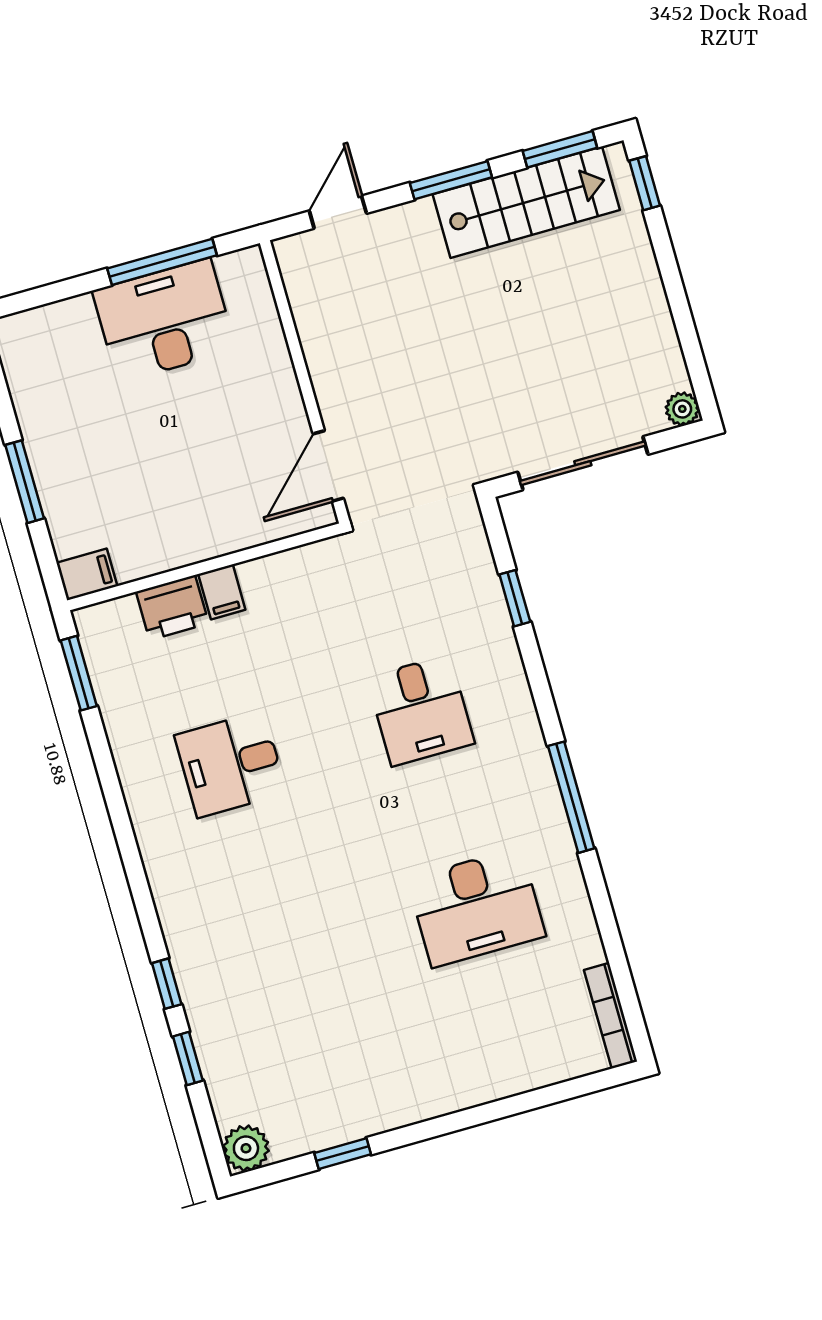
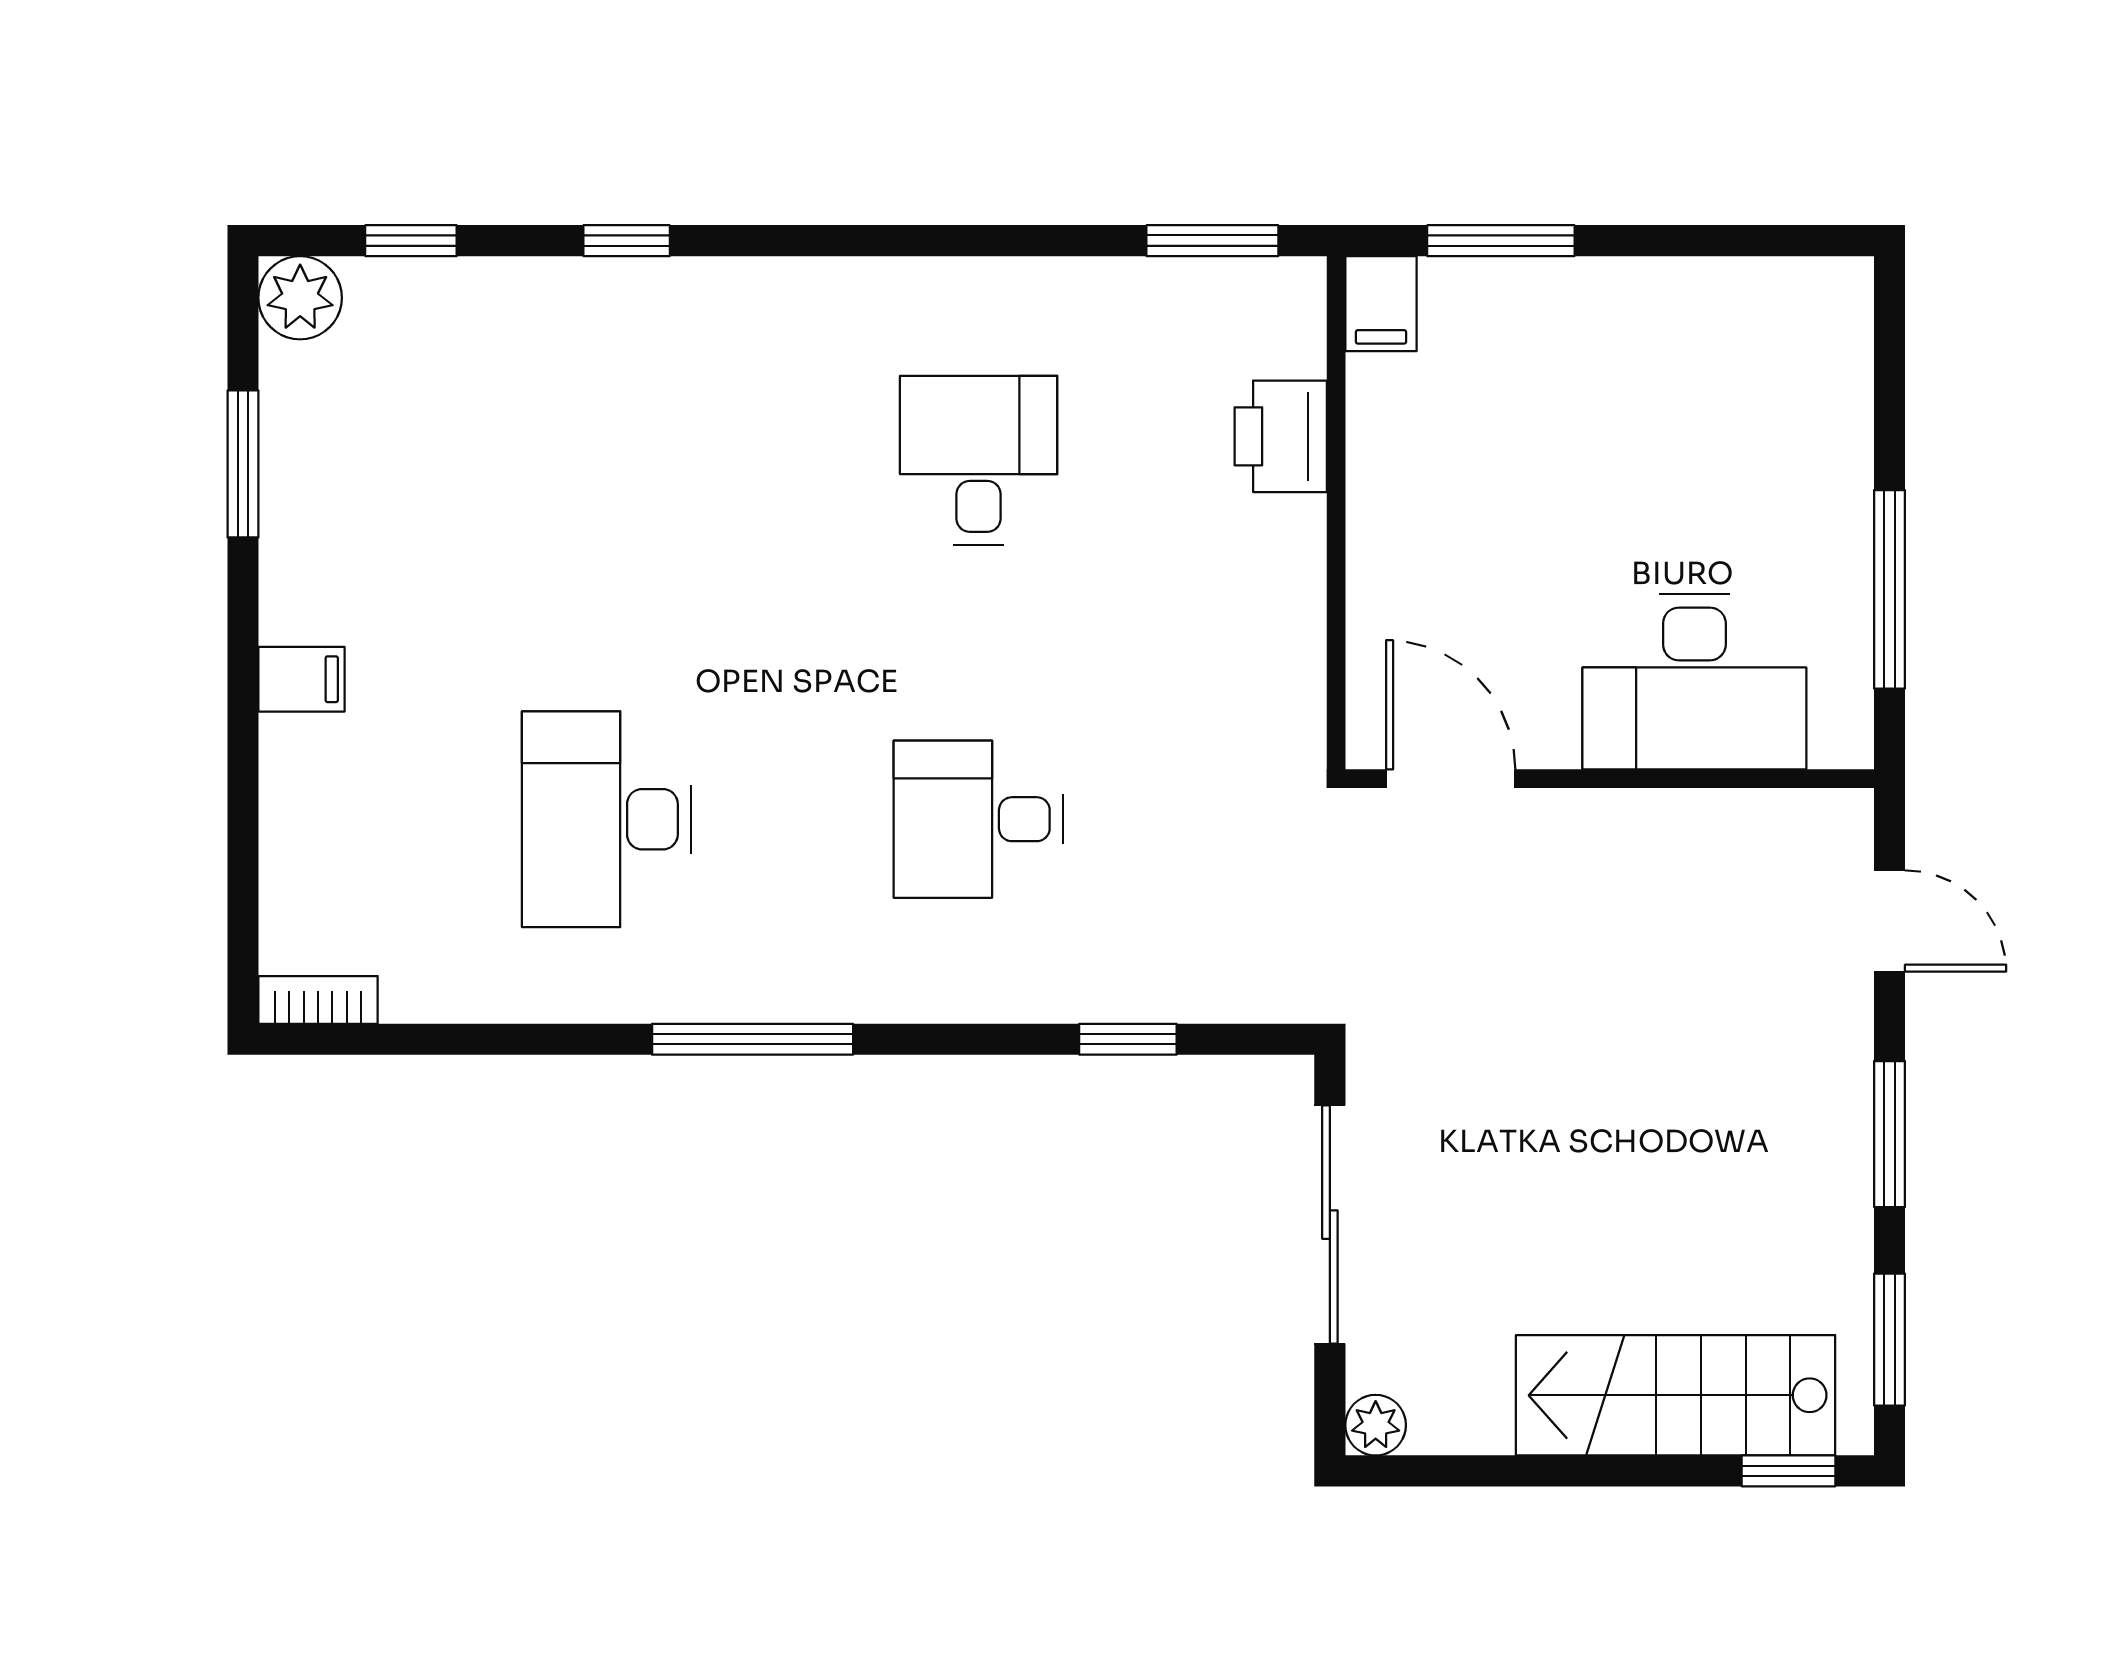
stairs: (526, 202) -> (1676, 1395), moved, turned 90
desk: (164, 320) -> (1694, 681), moved, turned 90
window: (25, 482) -> (1501, 241), moved
filing cabinet: (222, 592) -> (302, 679), moved, turned 180
bookcase: (610, 1016) -> (318, 1000), width x0.64
window: (188, 1059) -> (411, 241), moved
window: (343, 1154) -> (243, 464), width x1.50

